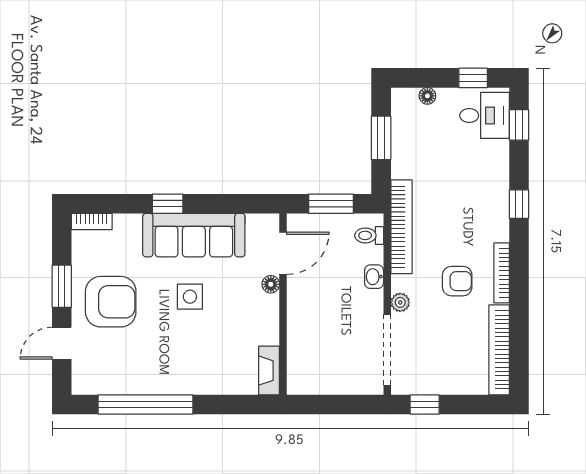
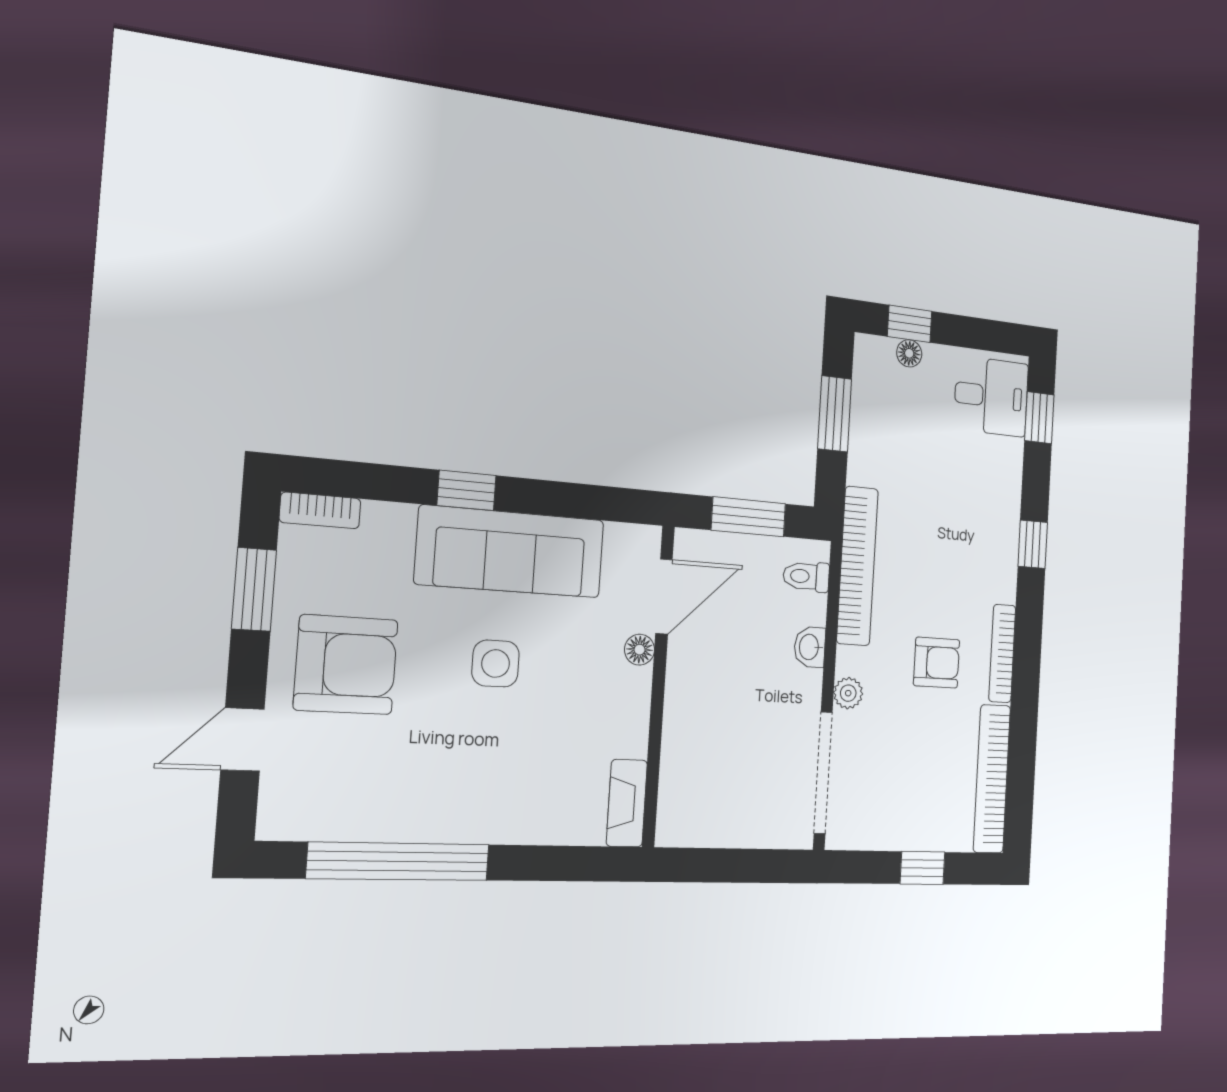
window: (473, 78) -> (910, 324), moved
window: (62, 286) -> (254, 589), moved
window: (425, 405) -> (923, 868), moved

